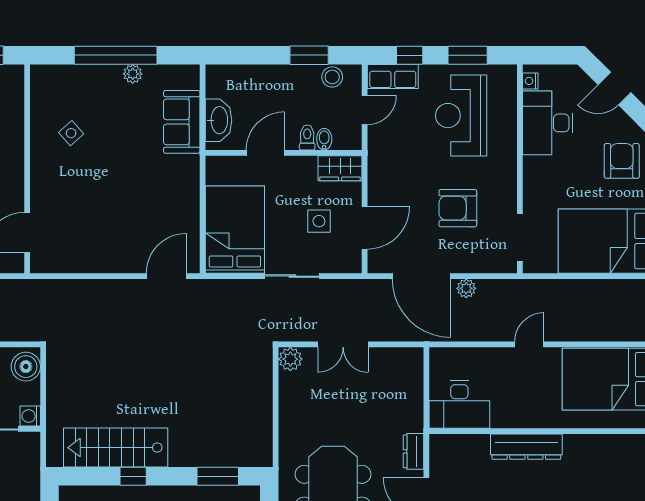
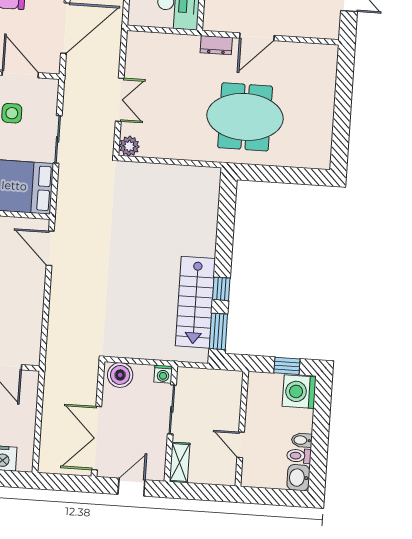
window: (218, 476) -> (218, 331), moved

